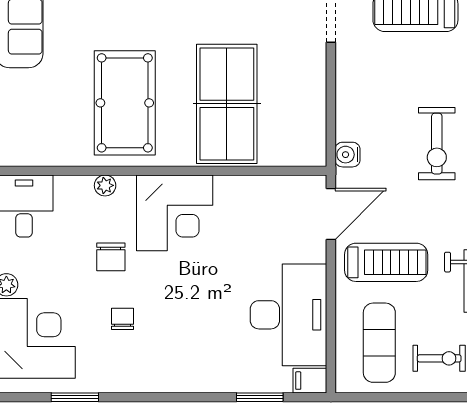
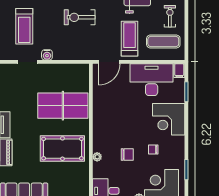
exercise bike: (437, 144) -> (80, 17), turned 180
water cooler: (348, 155) -> (47, 55), moved
corner desk: (175, 213) -> (169, 119), moved, turned 180
door: (331, 214) -> (109, 62), swing flipped

